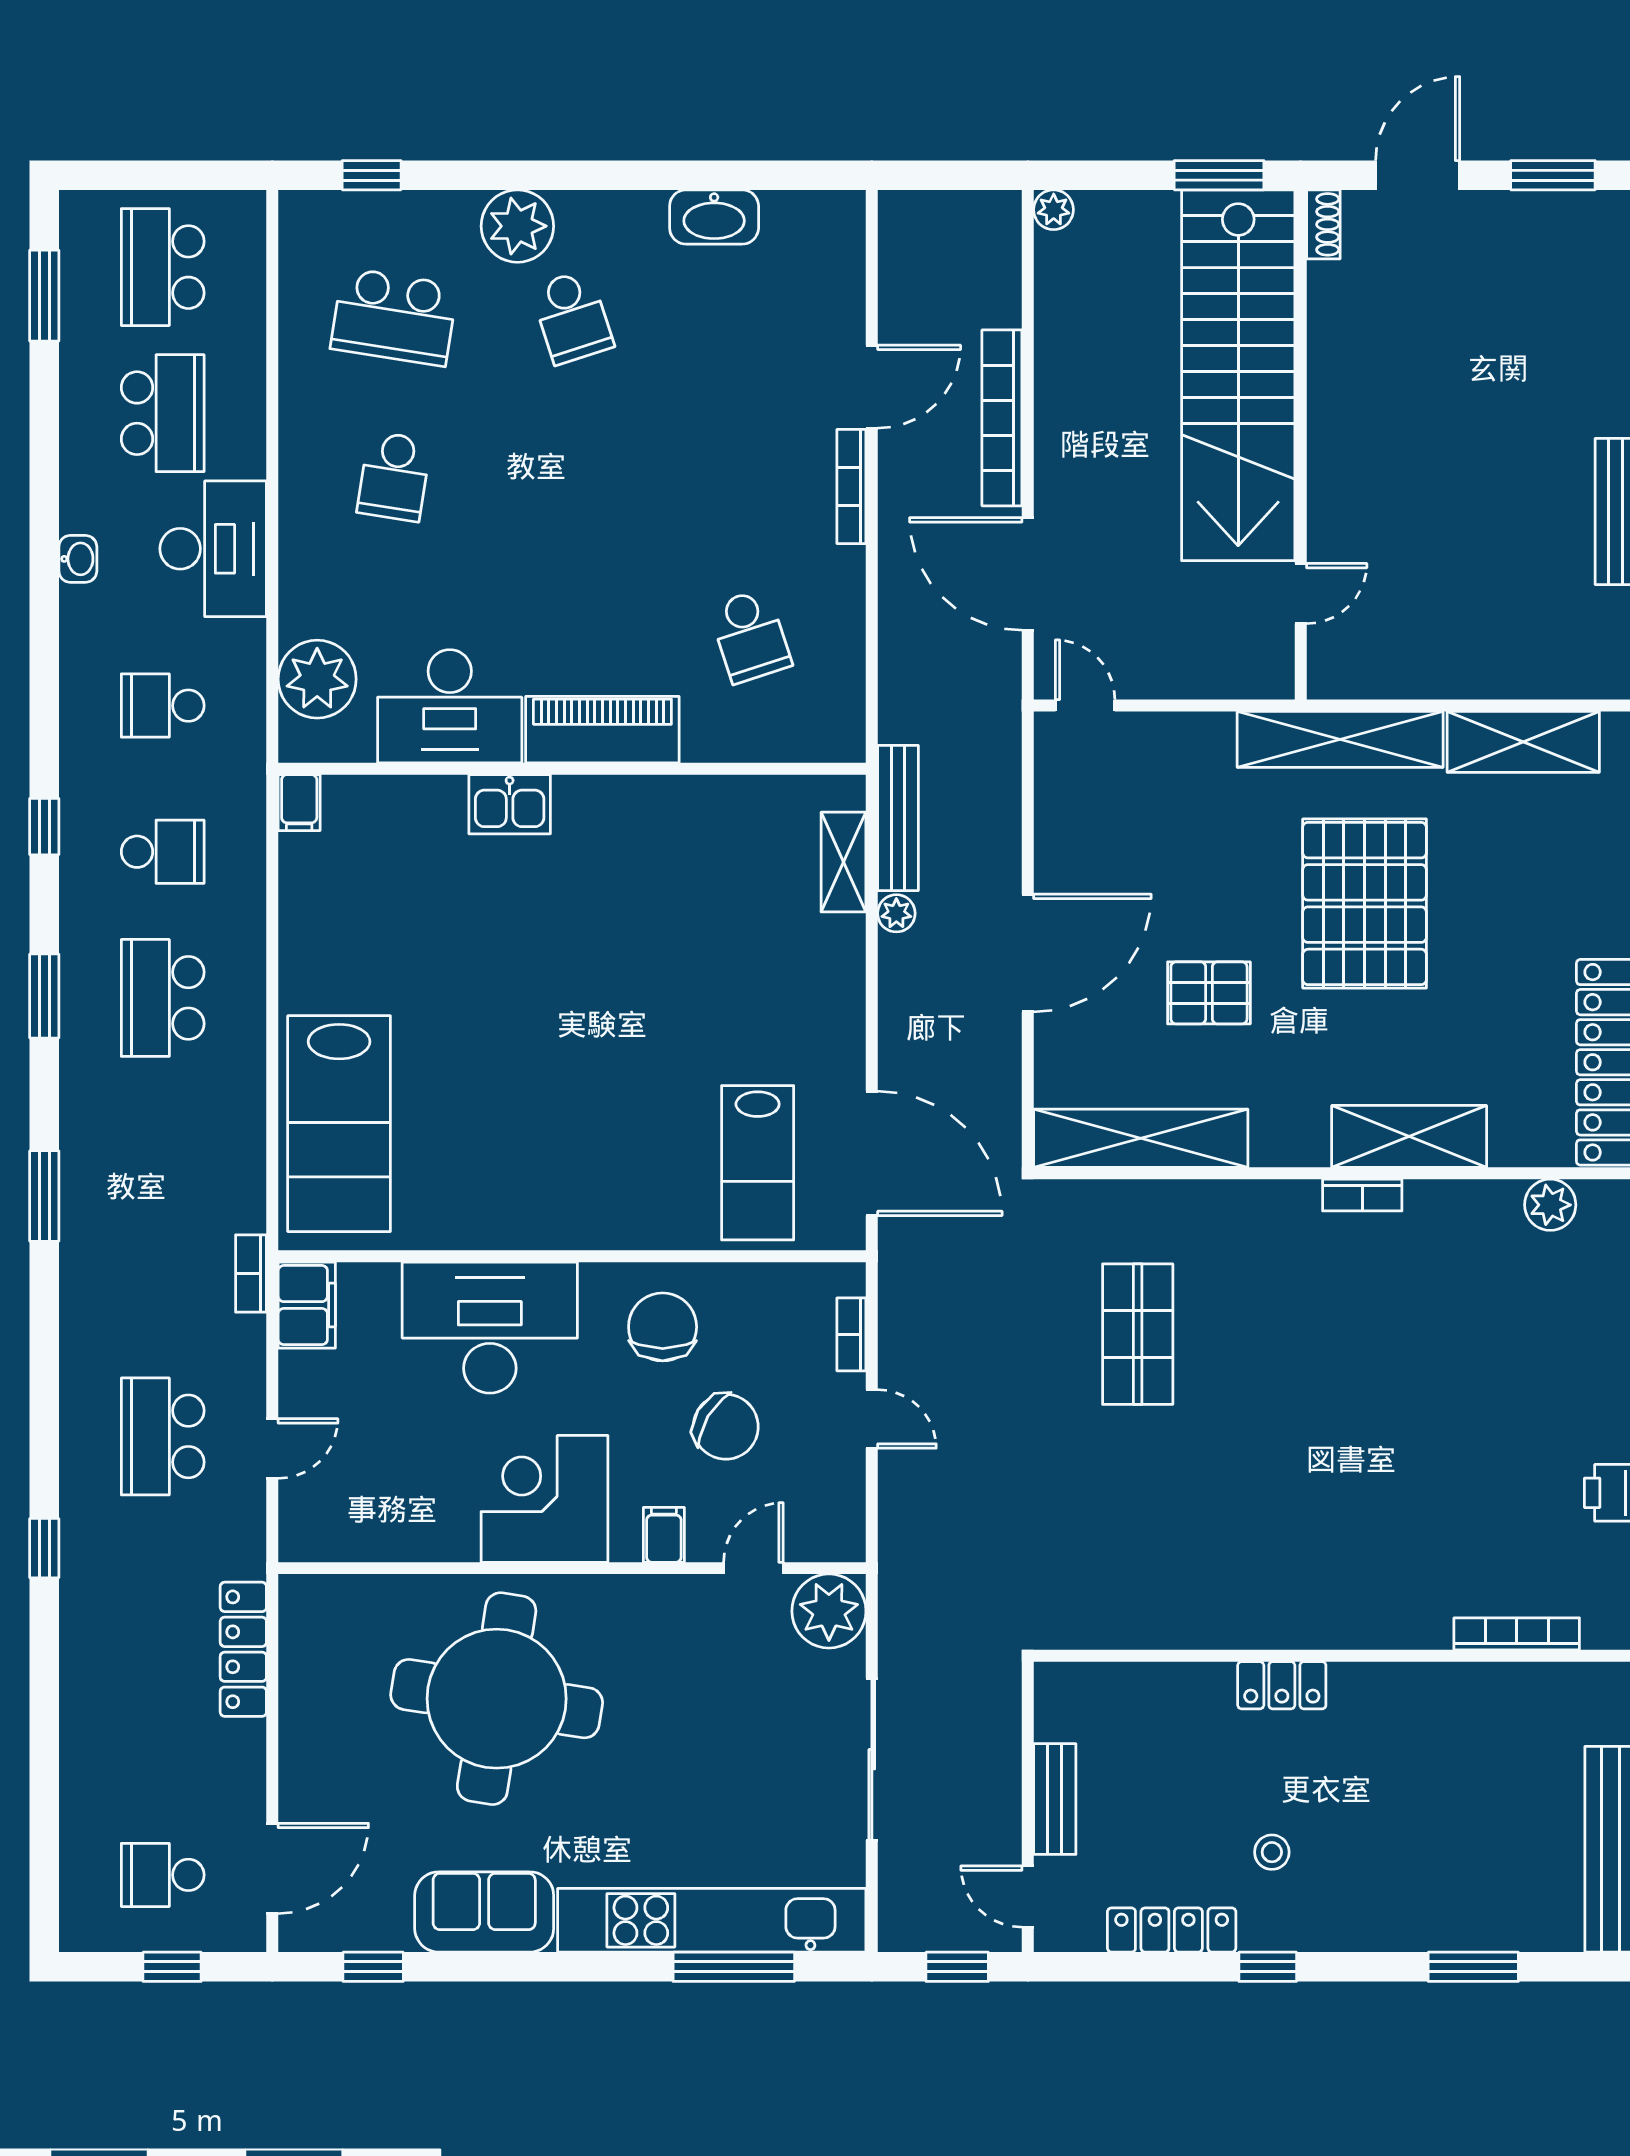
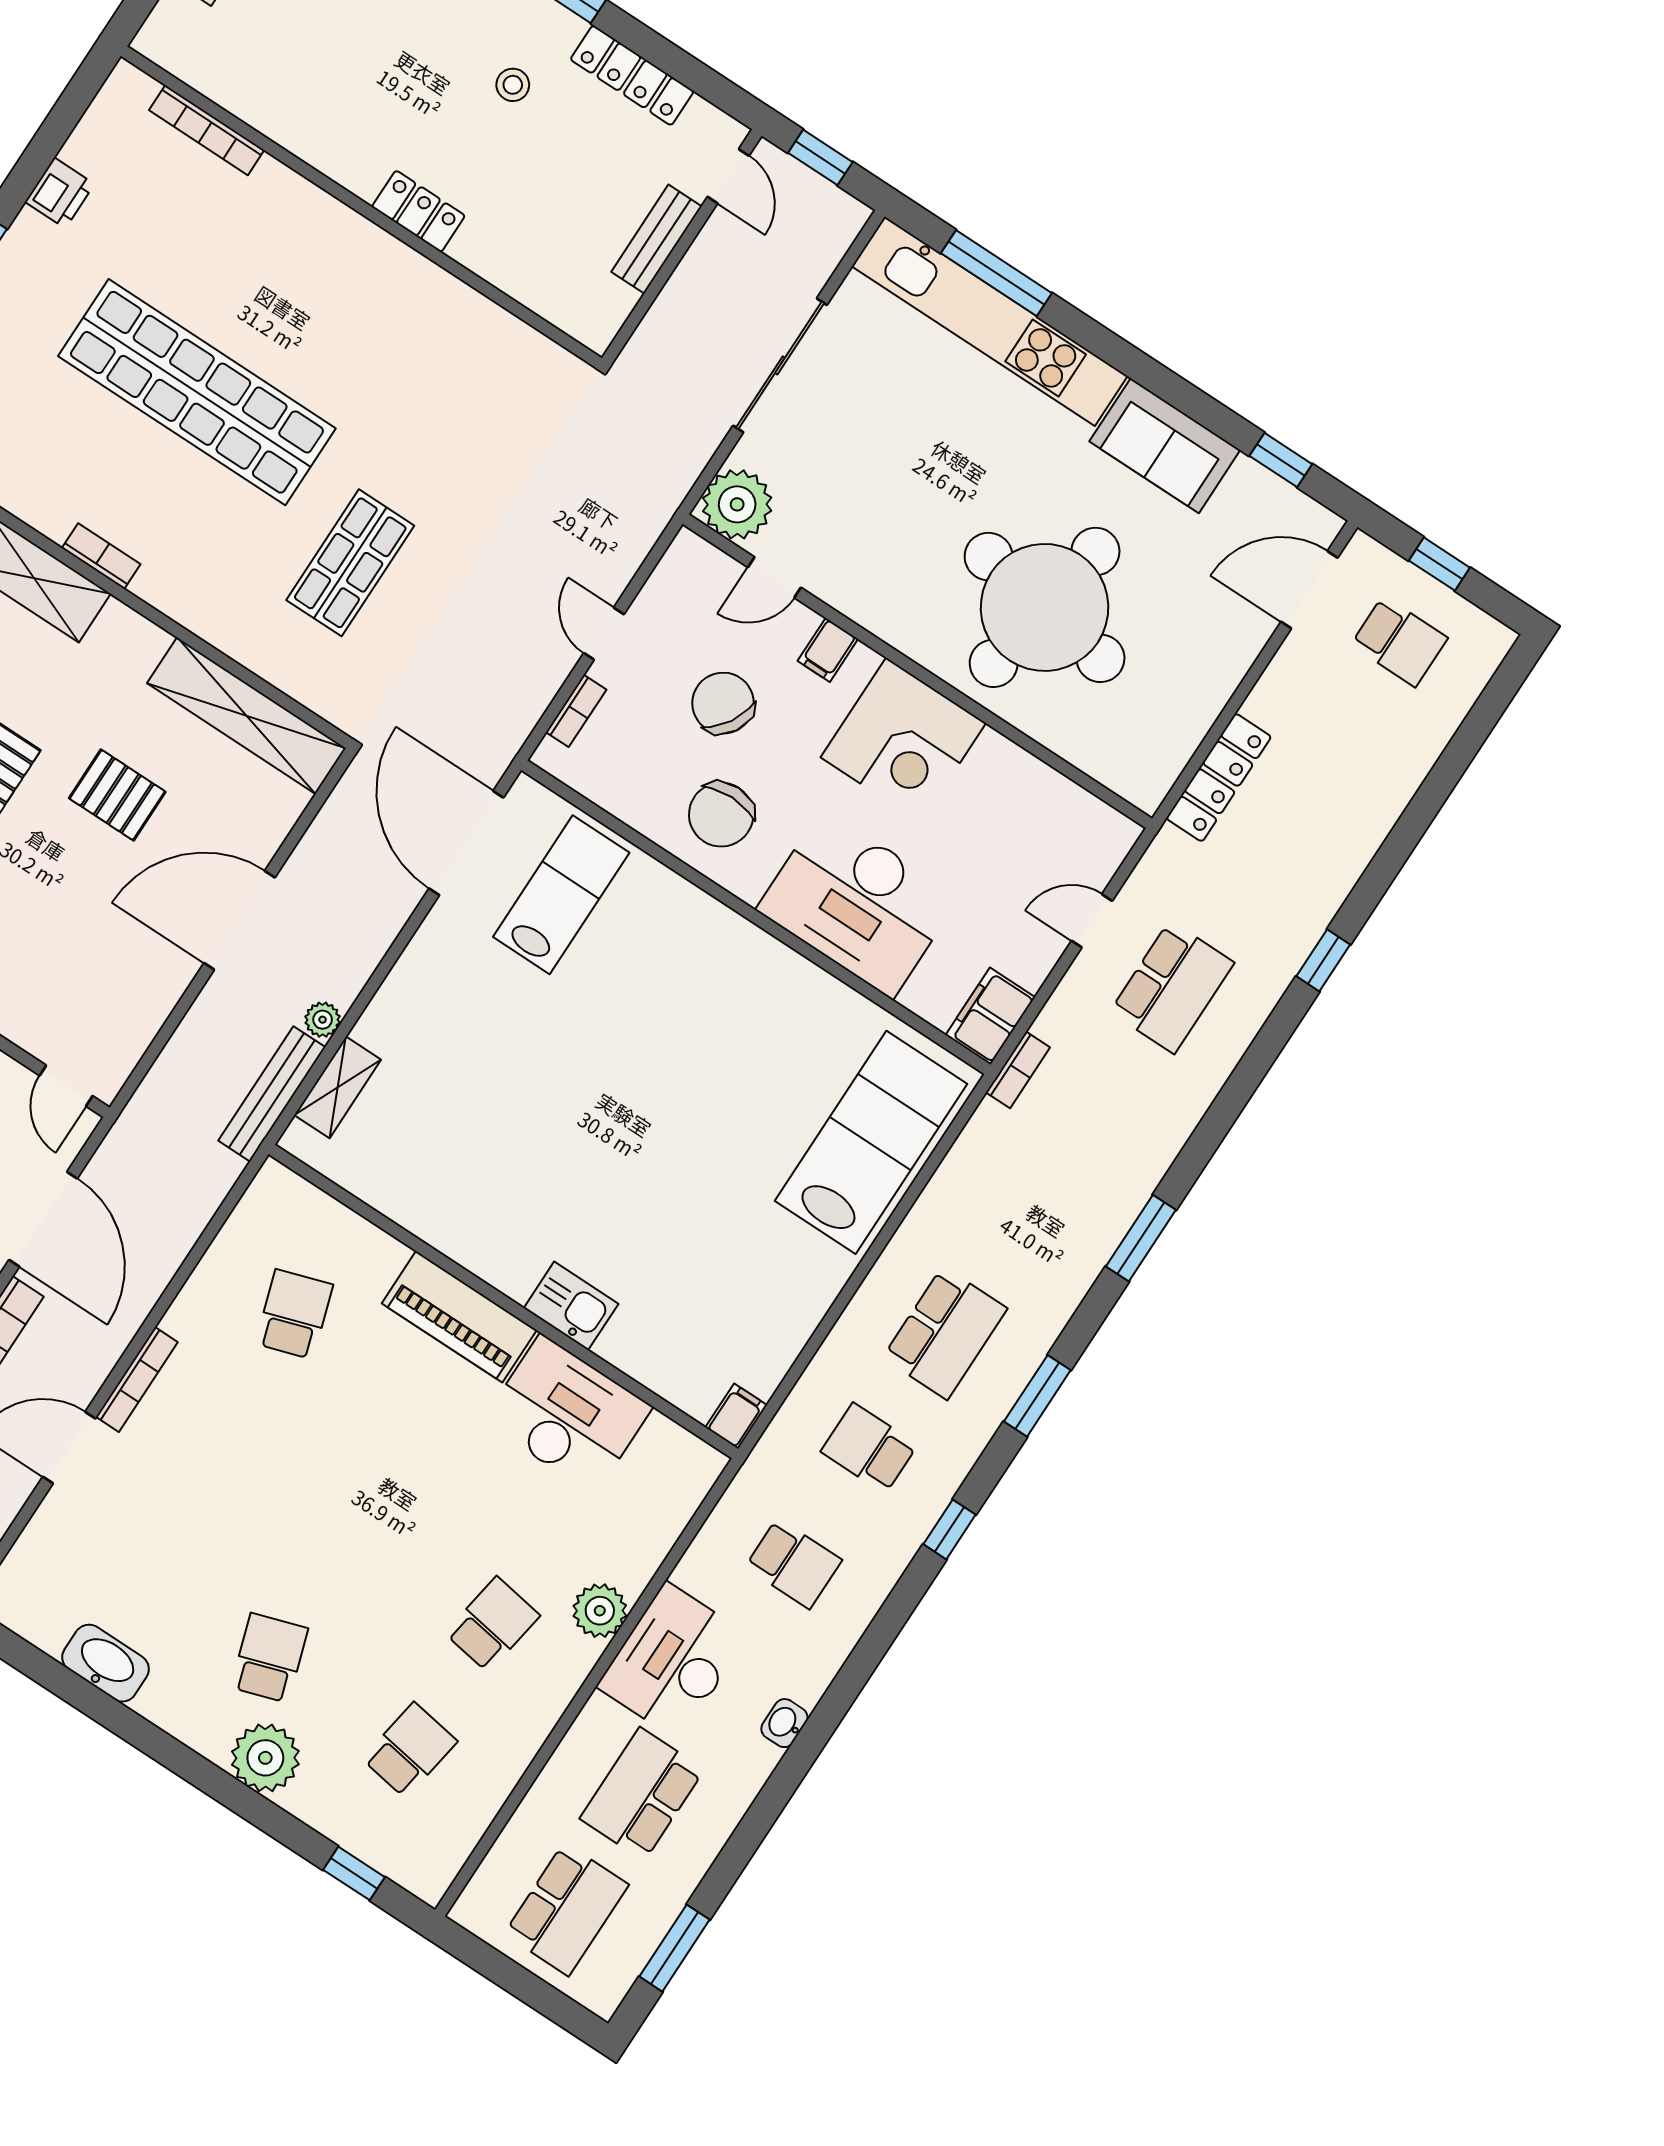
school desk: (394, 317) -> (410, 1750), width x0.54
plant: (317, 679) -> (600, 1611), moved, width x0.73, depth x0.73
shop shelf: (1373, 1396) -> (197, 392), added

